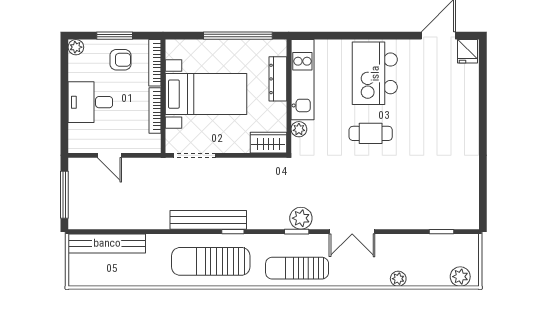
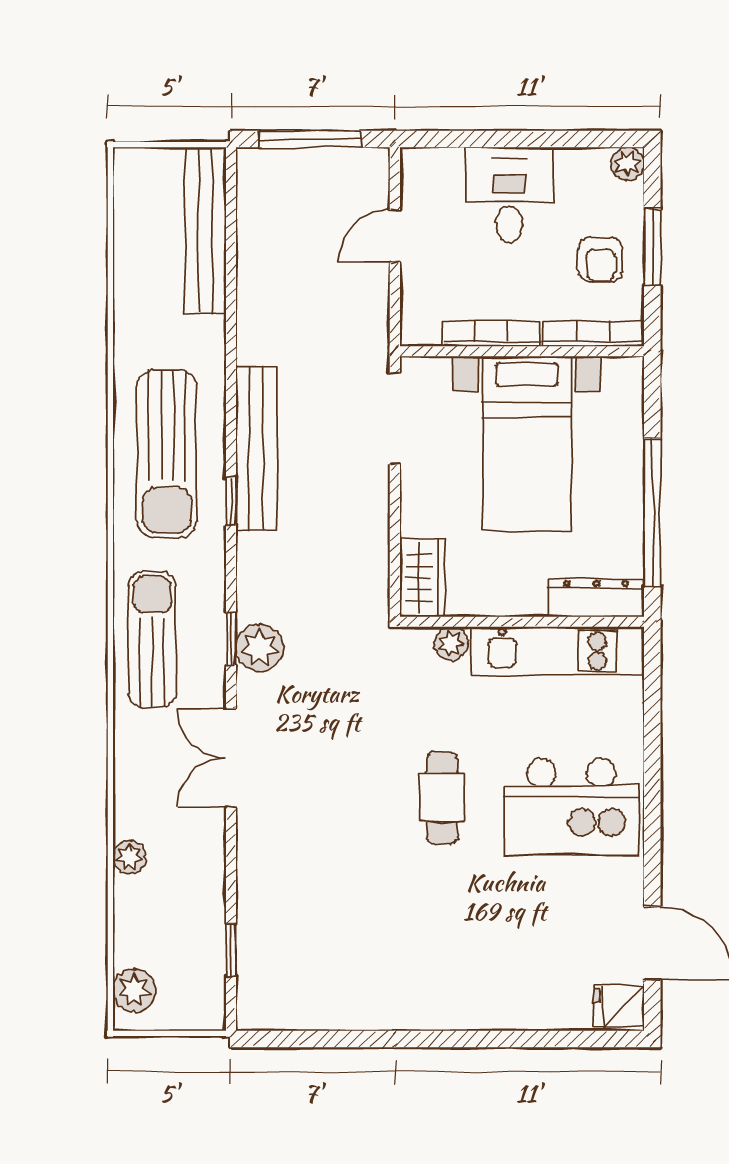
kitchen island: (375, 73) -> (571, 807), turned 180
dresser: (278, 79) -> (596, 598), moved
sun lounger: (211, 261) -> (167, 454), turned 180

